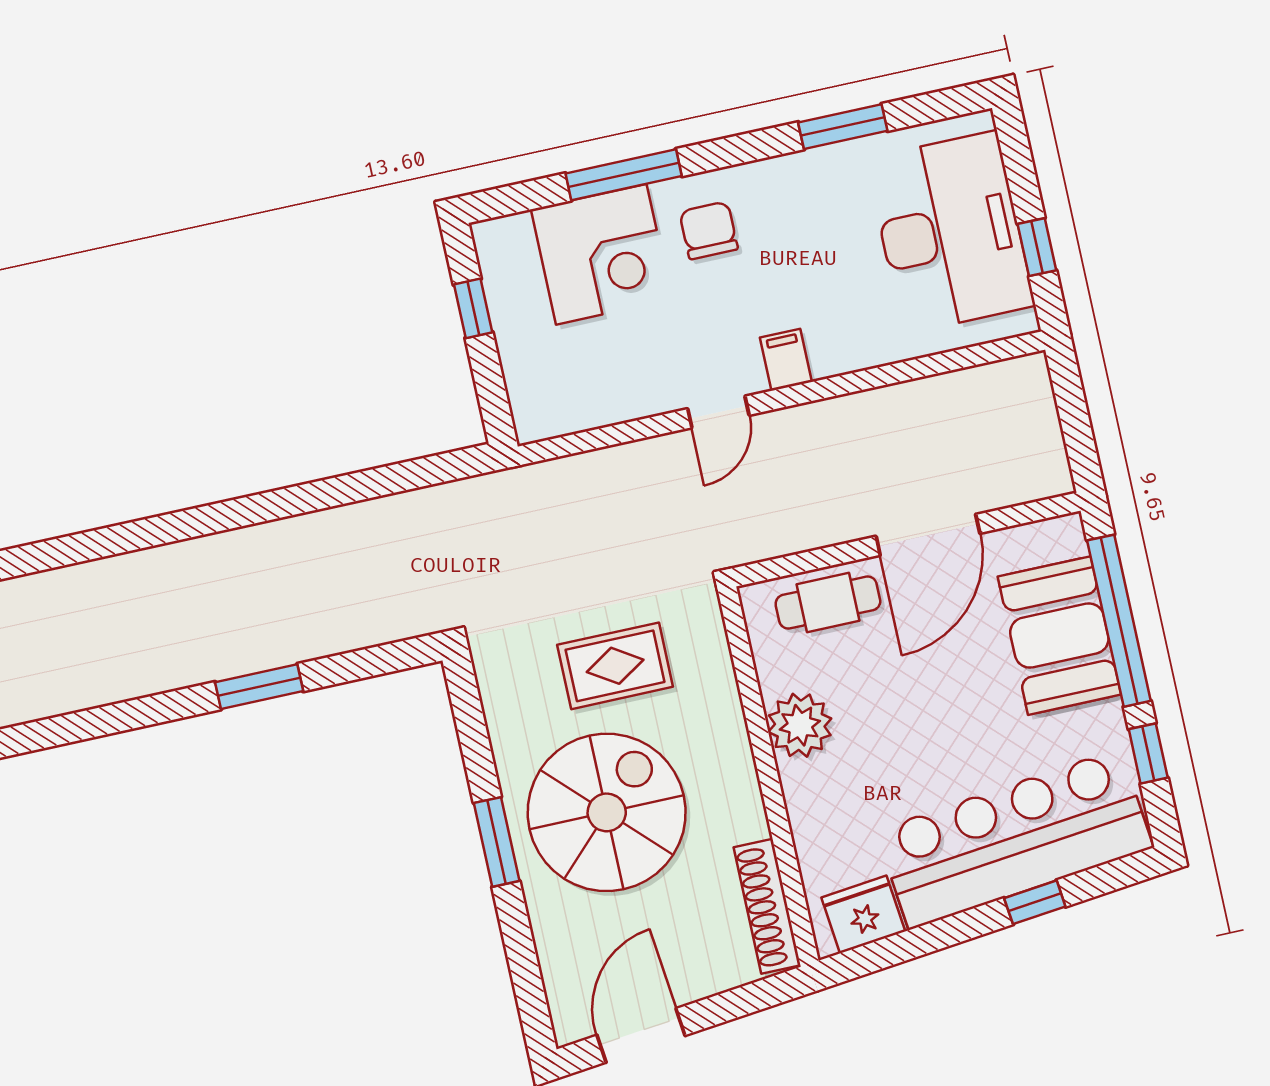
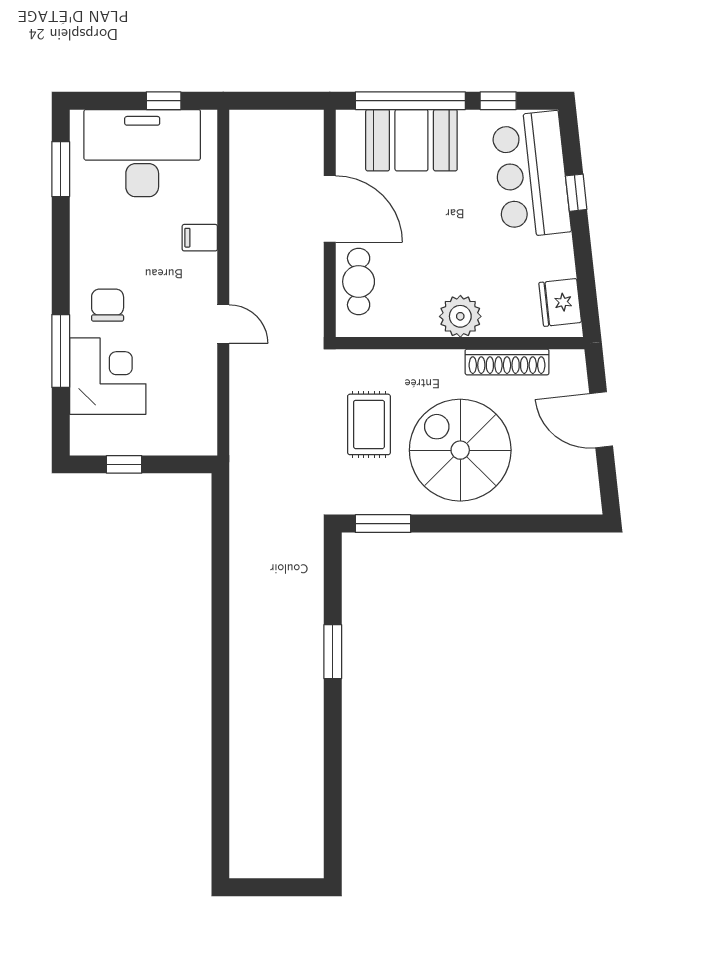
window: (843, 127) -> (61, 169), moved
chair: (709, 230) -> (108, 305), turned 90
filing cabinet: (786, 360) -> (200, 238), moved
plant: (800, 725) -> (460, 316), moved
bar counter: (1014, 839) -> (531, 175), width x0.73
window: (497, 842) -> (383, 524), moved
shoe rack: (767, 906) -> (507, 362), moved
door: (641, 1035) -> (601, 420), moved

